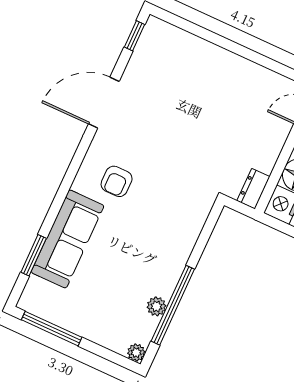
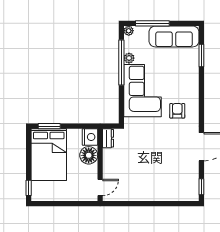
sofa: (68, 239) -> (174, 36), moved, turned -90
corner sofa: (159, 242) -> (142, 91), added
window: (52, 329) -> (152, 23), moved

